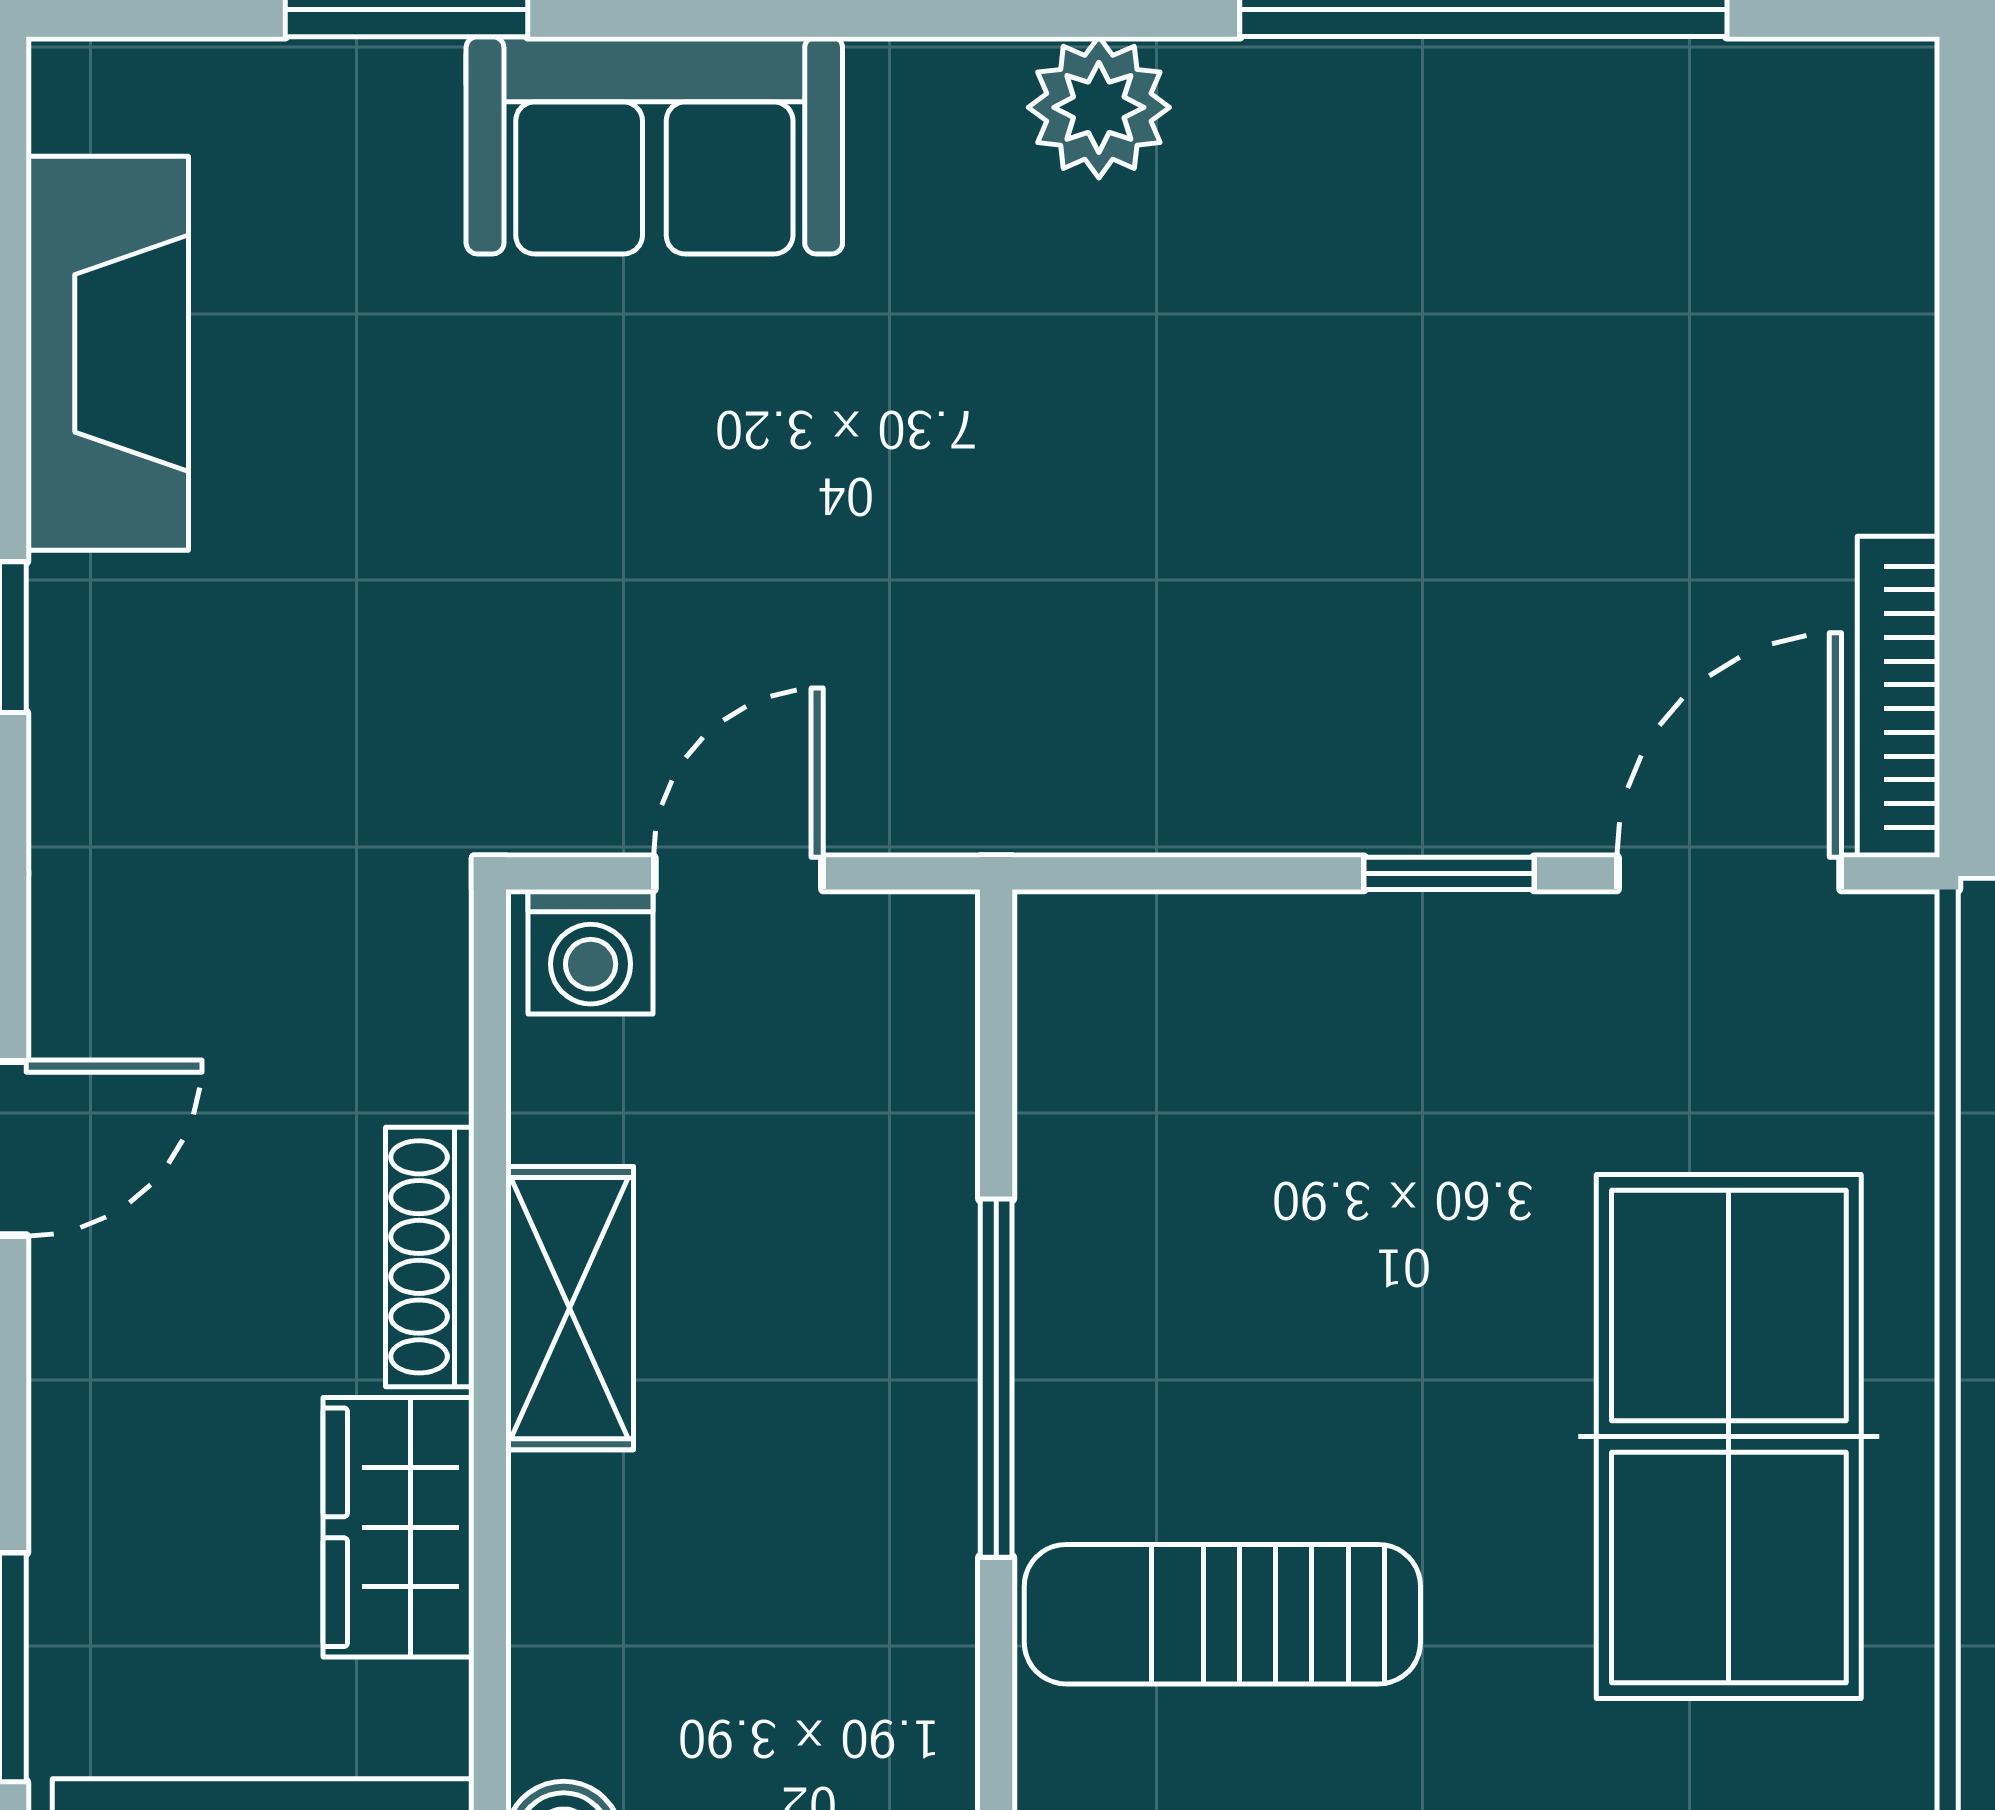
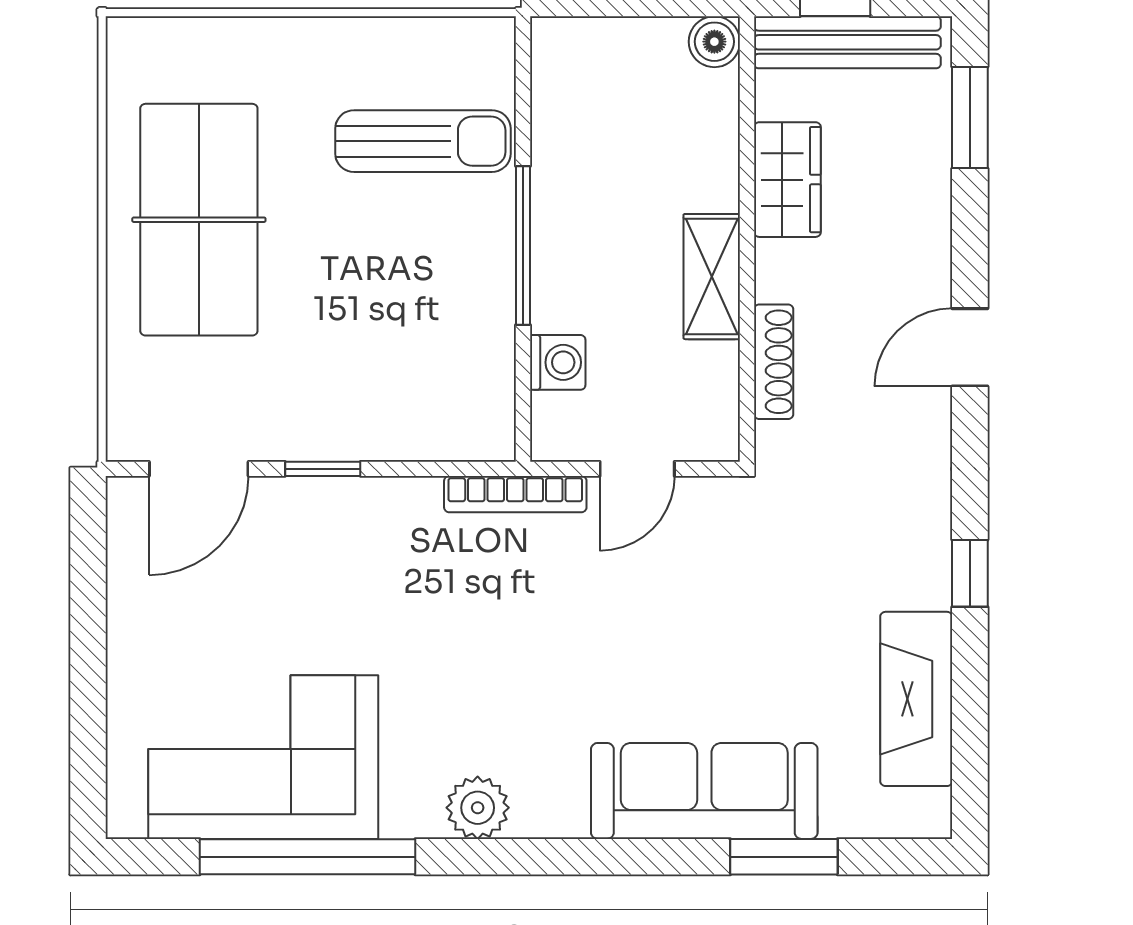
sofa: (654, 145) -> (704, 791), width x1.36
corner sofa: (1584, 222) -> (263, 757), added
bookcase: (1898, 697) -> (515, 494), moved, turned 90
washing machine: (591, 952) -> (558, 362), moved, turned 90
shoe rack: (430, 1257) -> (774, 362), moved

